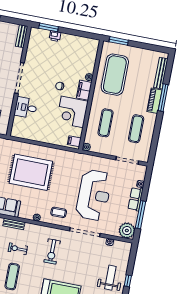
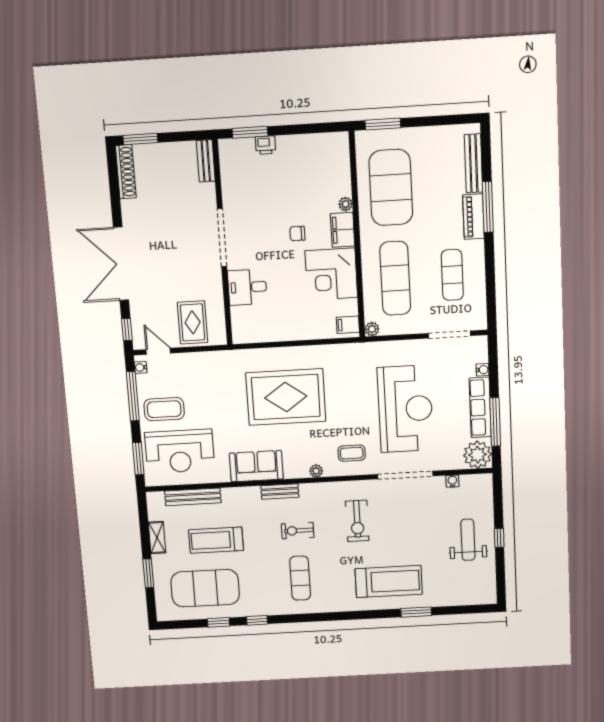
exercise mat: (106, 123) -> (395, 278), width x1.36, depth x1.45
row of seats: (135, 199) -> (480, 407), width x1.48

